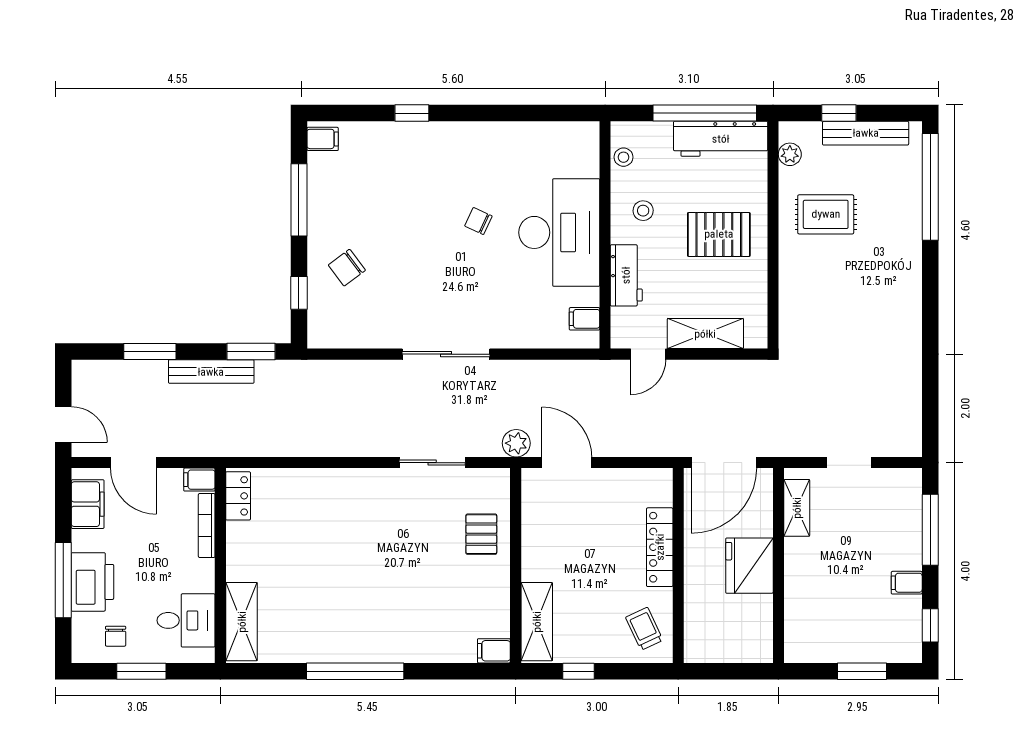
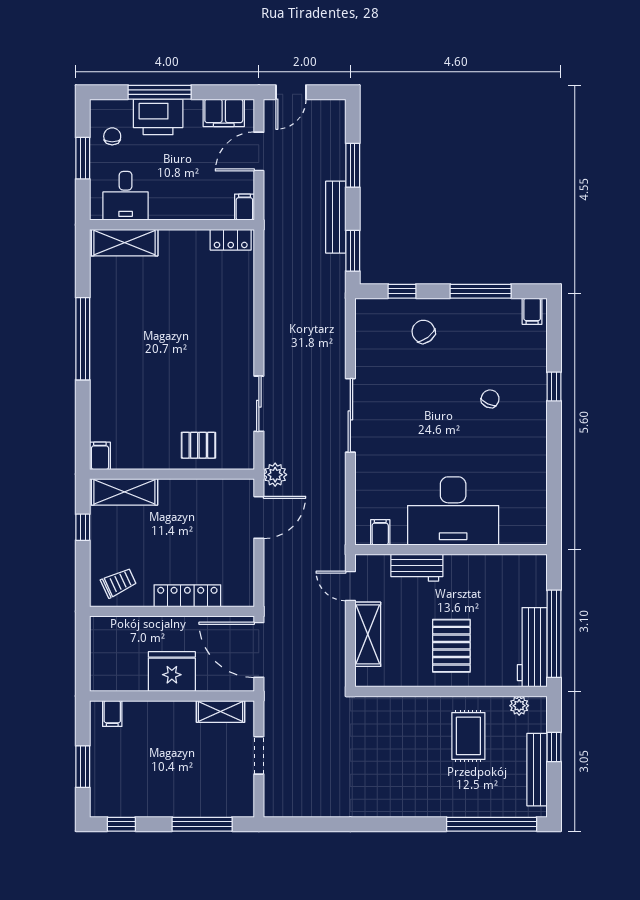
stool: (624, 157) -> (517, 565), removed
stool: (643, 211) -> (472, 582), removed
chair: (478, 221) -> (490, 399), moved
bookcase: (207, 526) -> (206, 213), removed
filing cabinet: (907, 583) -> (112, 714), moved, turned 180
chair: (116, 636) -> (112, 136), turned 90

